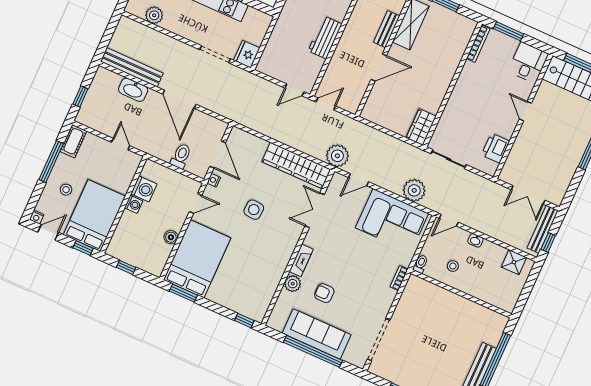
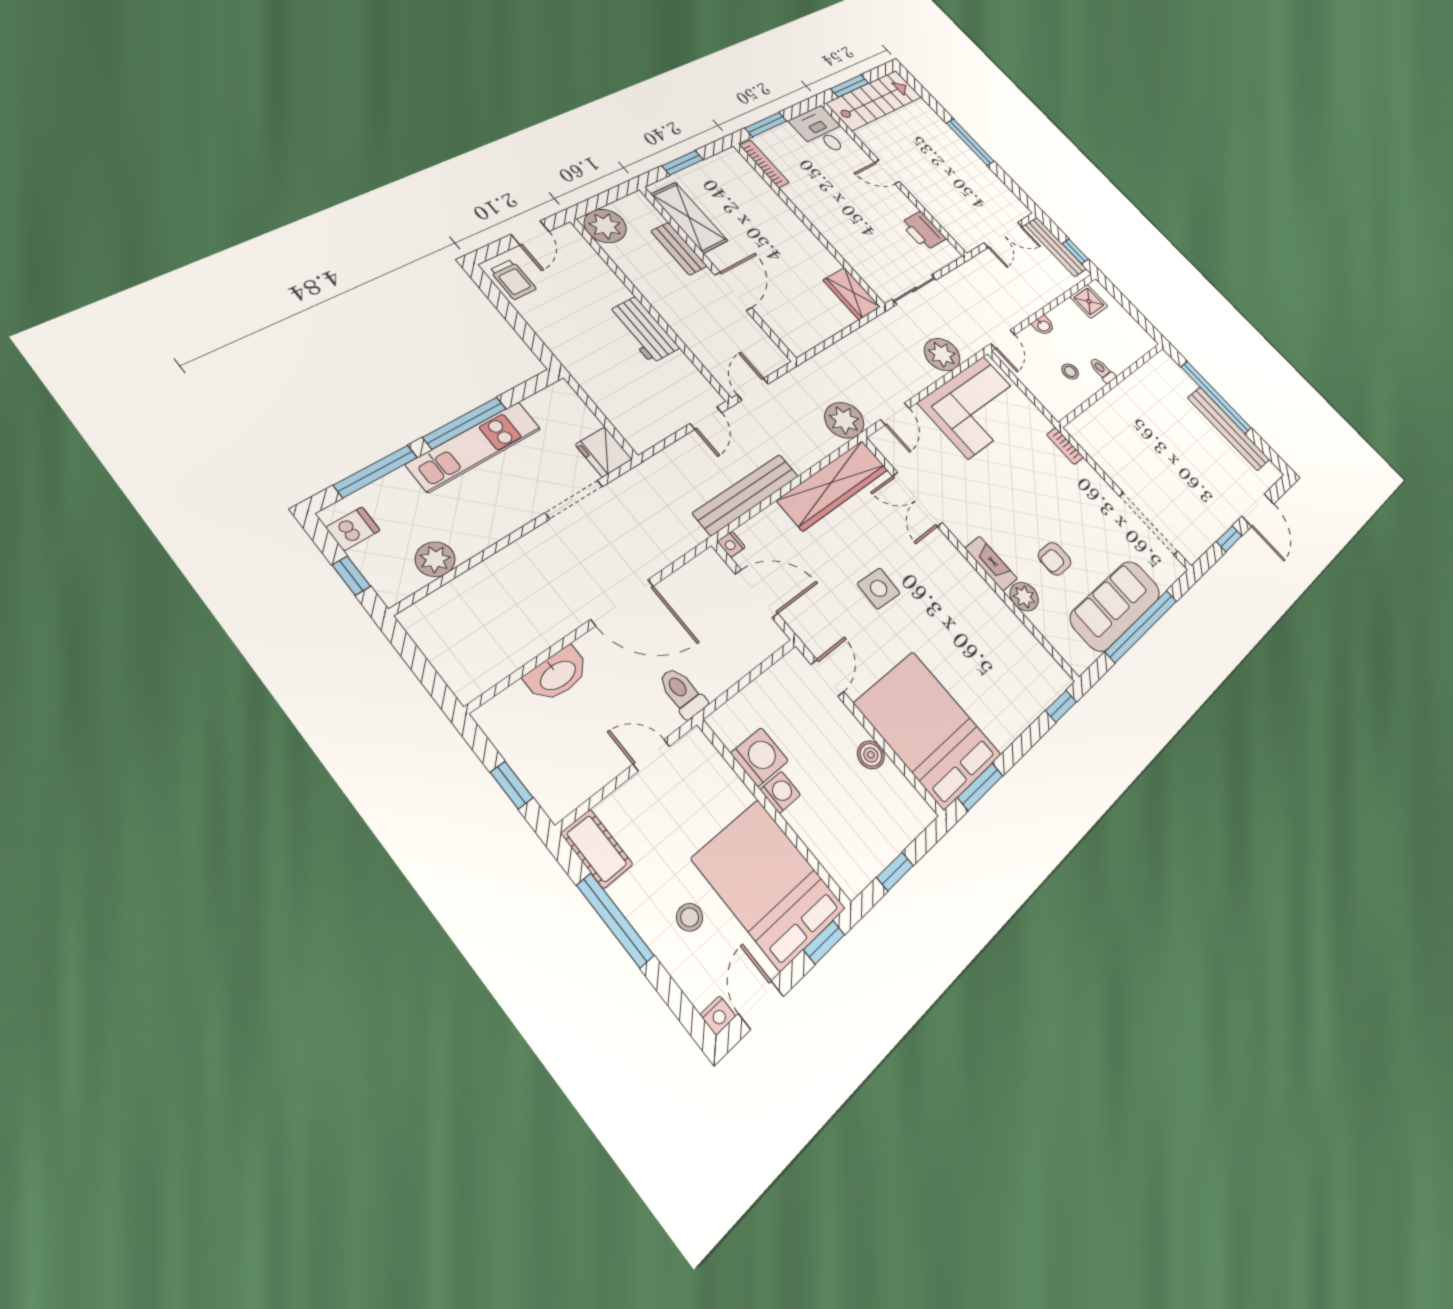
bench: (132, 67) -> (746, 494), moved
toilet: (181, 156) -> (682, 693), moved
nightstand: (214, 180) -> (731, 544), moved
toilet: (421, 264) -> (1102, 370), moved

